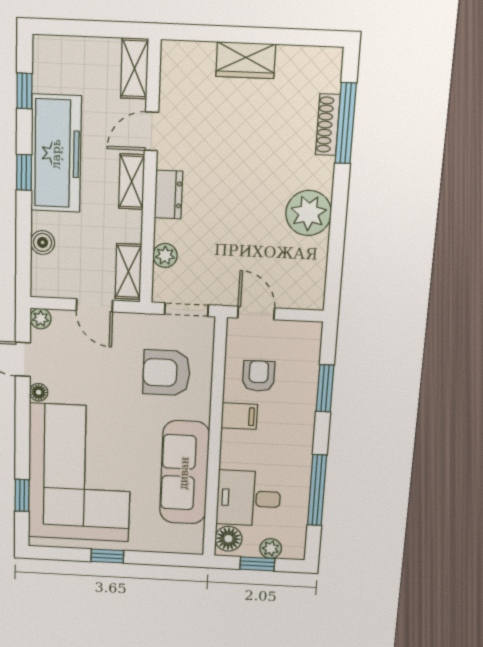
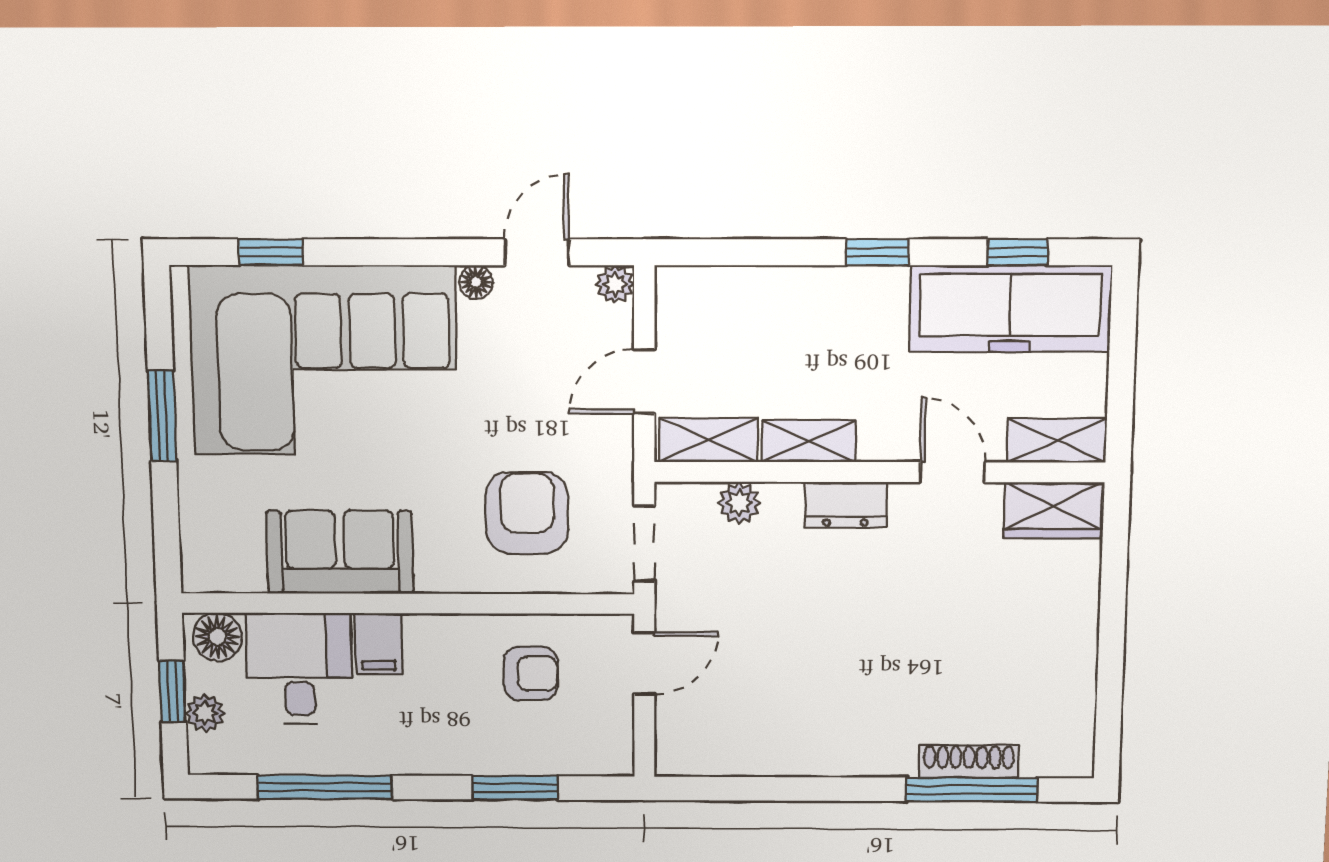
wardrobe: (246, 60) -> (1053, 510), moved, turned -90
freezer: (56, 154) -> (1010, 309), moved
shelving: (132, 182) -> (809, 441), moved
plant: (309, 213) -> (821, 740), removed
boiler: (43, 242) -> (754, 287), removed
filing cabinet: (239, 416) -> (379, 644), moved
sofa: (184, 473) -> (340, 552), width x0.73
window: (107, 556) -> (162, 416), width x1.50

